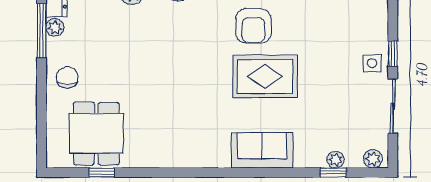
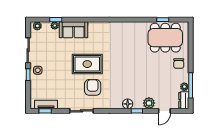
dining table: (96, 133) -> (165, 38), width x1.38
sofa: (262, 150) -> (73, 30), moved

